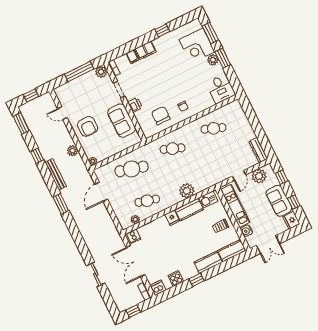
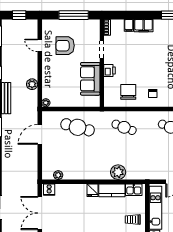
plant: (101, 72) -> (94, 25), removed
armchair: (88, 126) -> (65, 46), moved, turned 90
cafe table: (147, 201) -> (78, 163), removed

